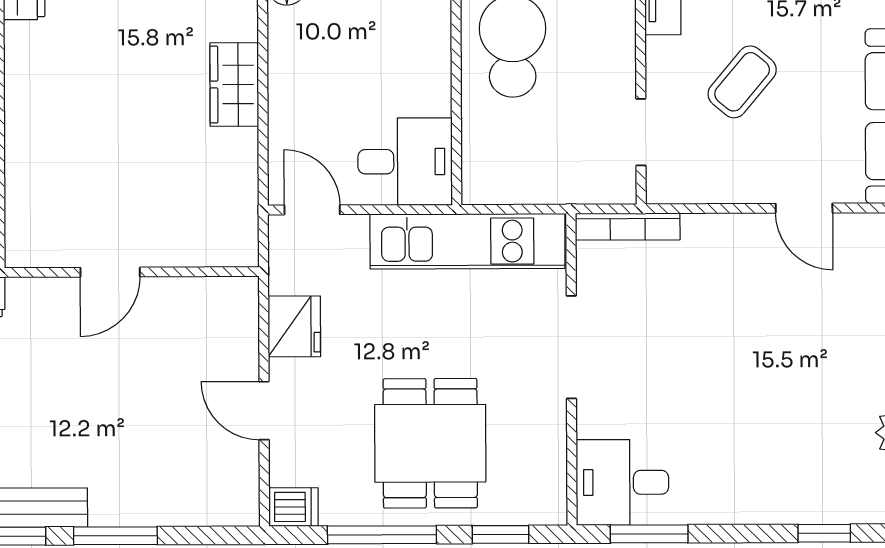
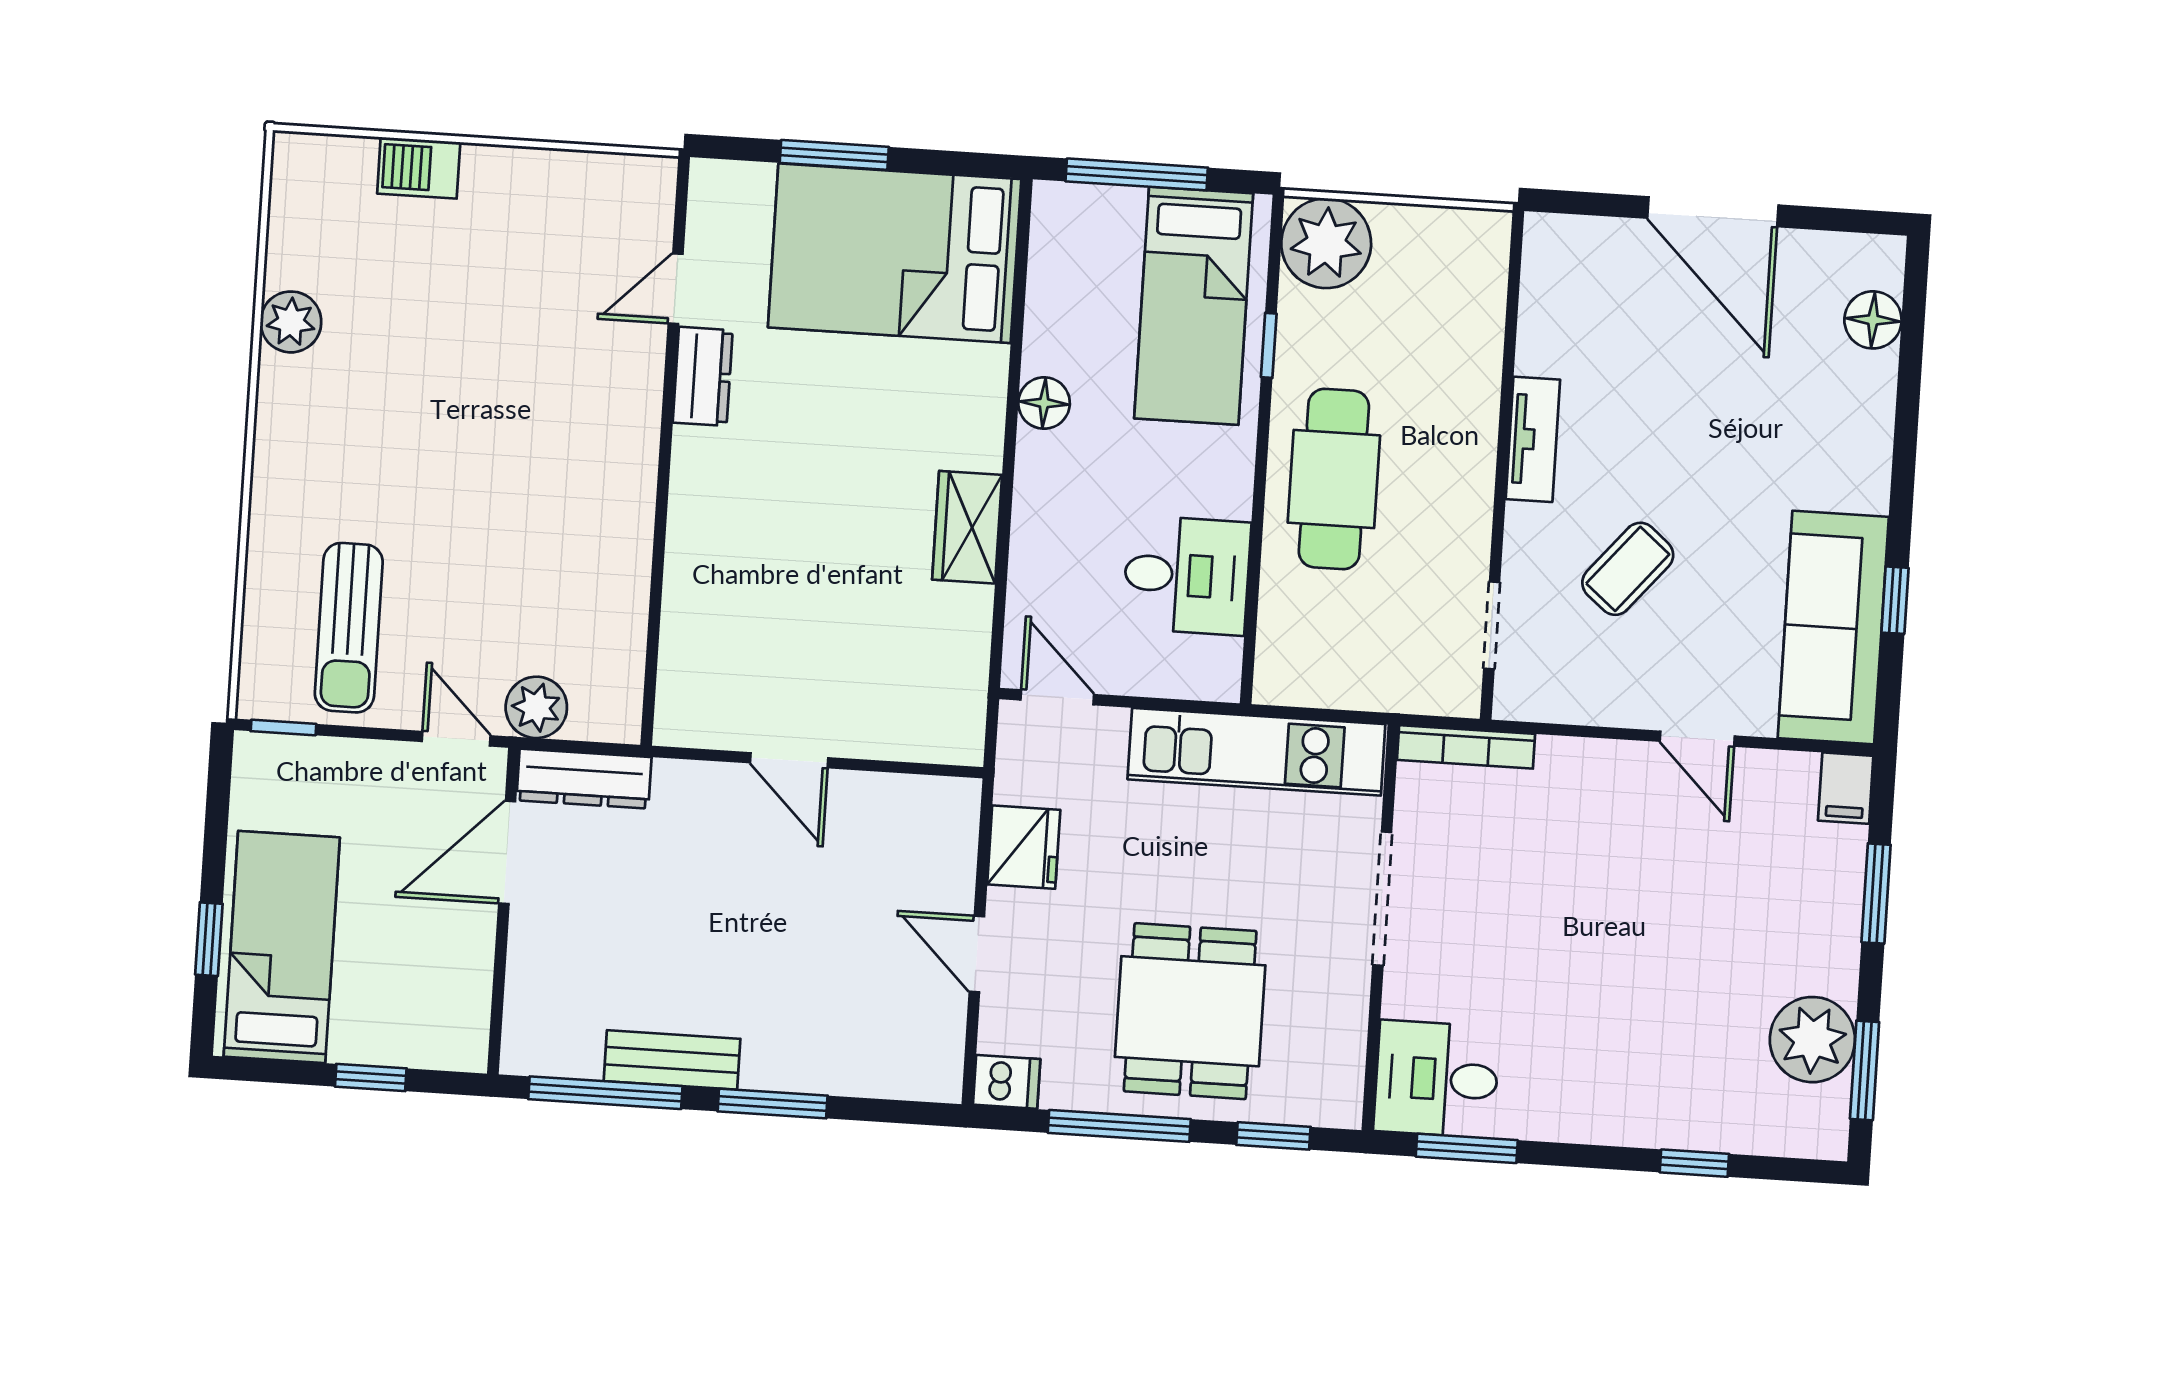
desk: (405, 162) -> (1187, 575), moved
door: (110, 272) -> (789, 760), hinge flipped

